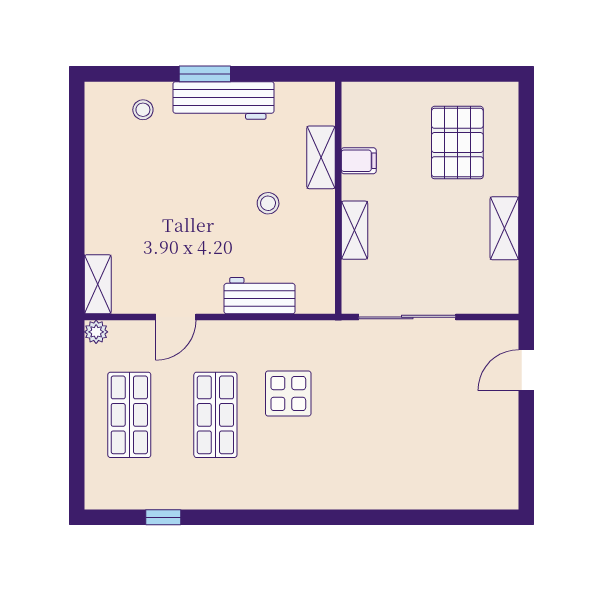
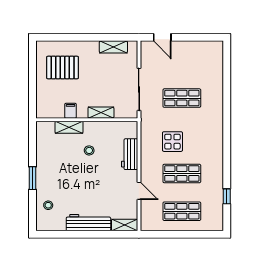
workbench: (224, 100) -> (88, 223), moved, turned -90
shelving: (504, 228) -> (113, 47), moved
plant: (96, 332) -> (145, 226), removed
shop shelf: (388, 415) -> (182, 98), added

